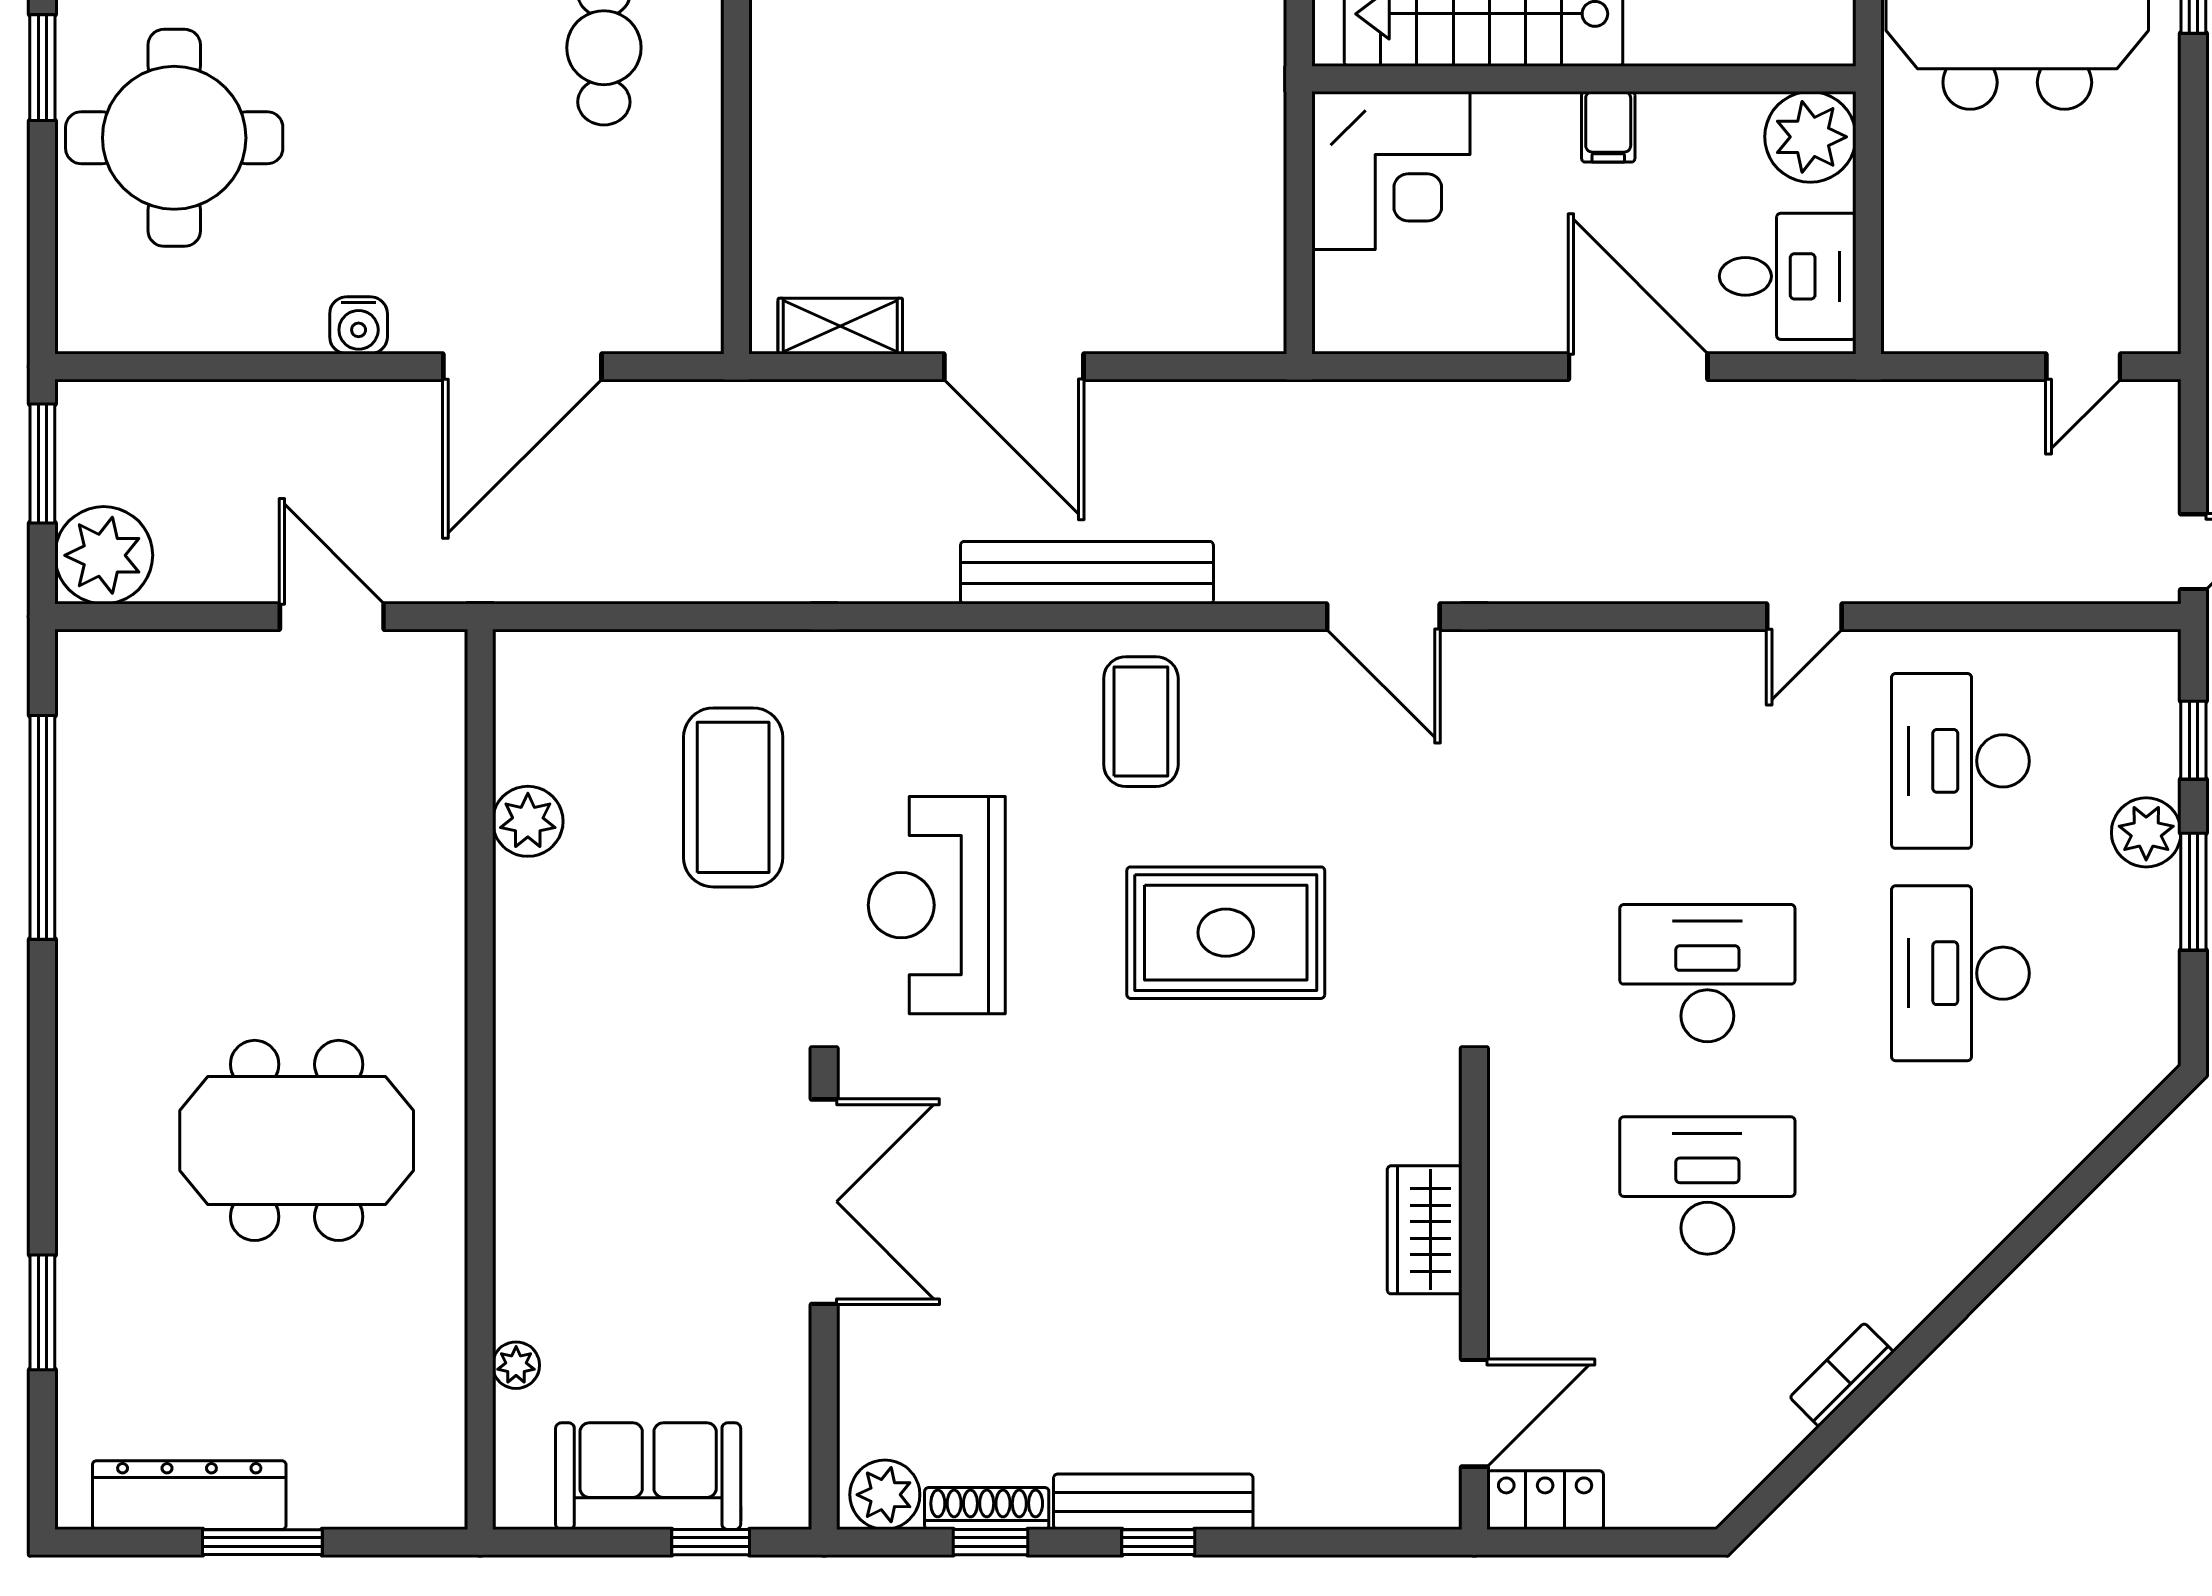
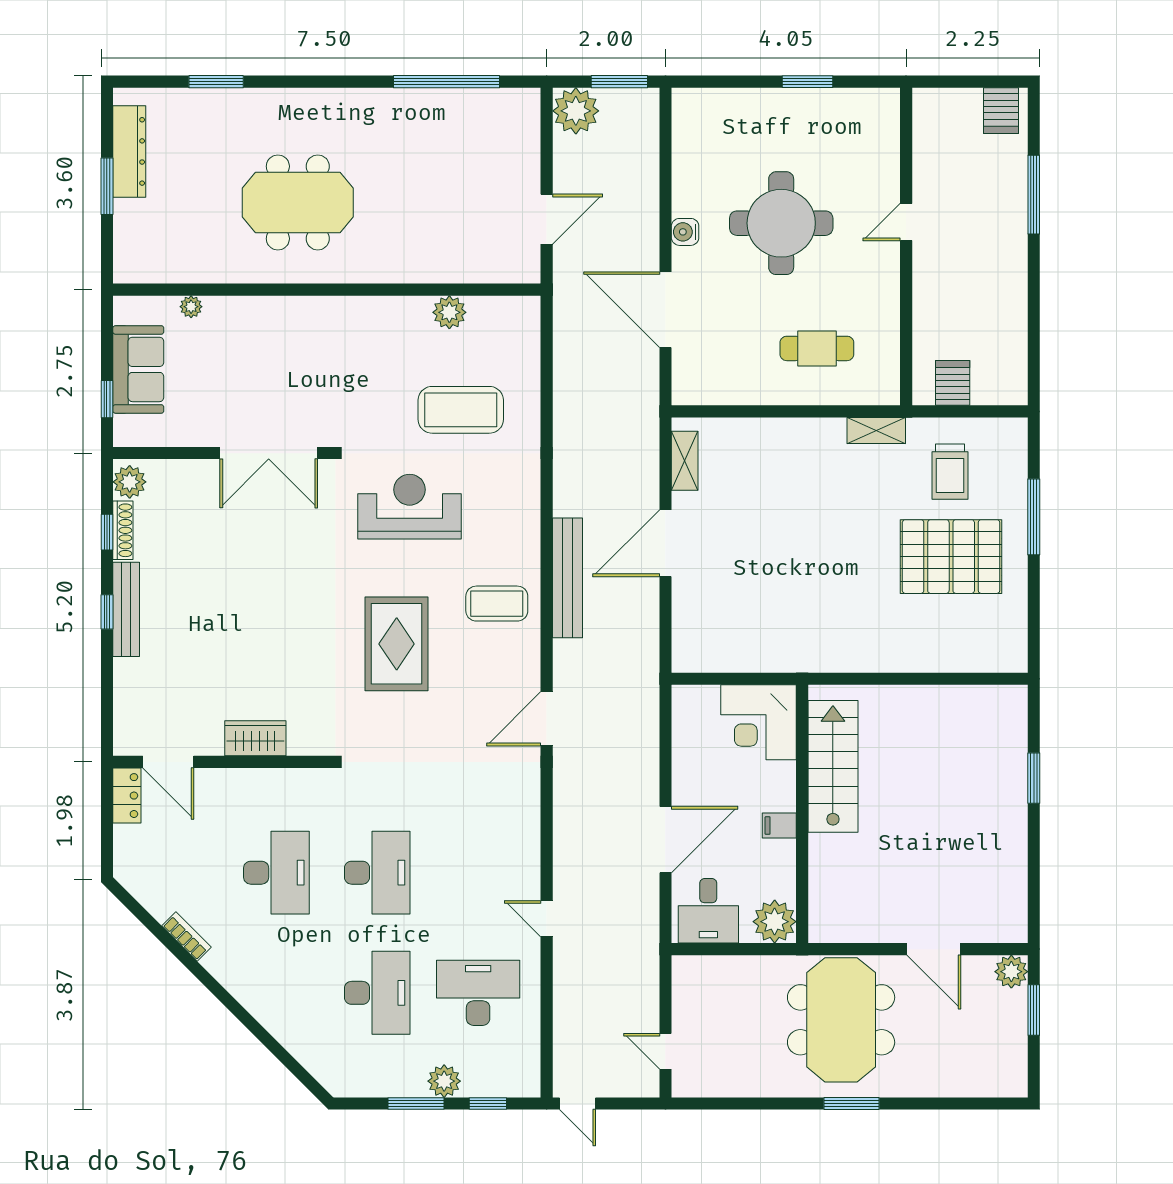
round table: (174, 138) -> (781, 223), moved
desk: (1960, 973) -> (377, 993), turned 90
meeting table: (297, 1140) -> (298, 202), turned 90

